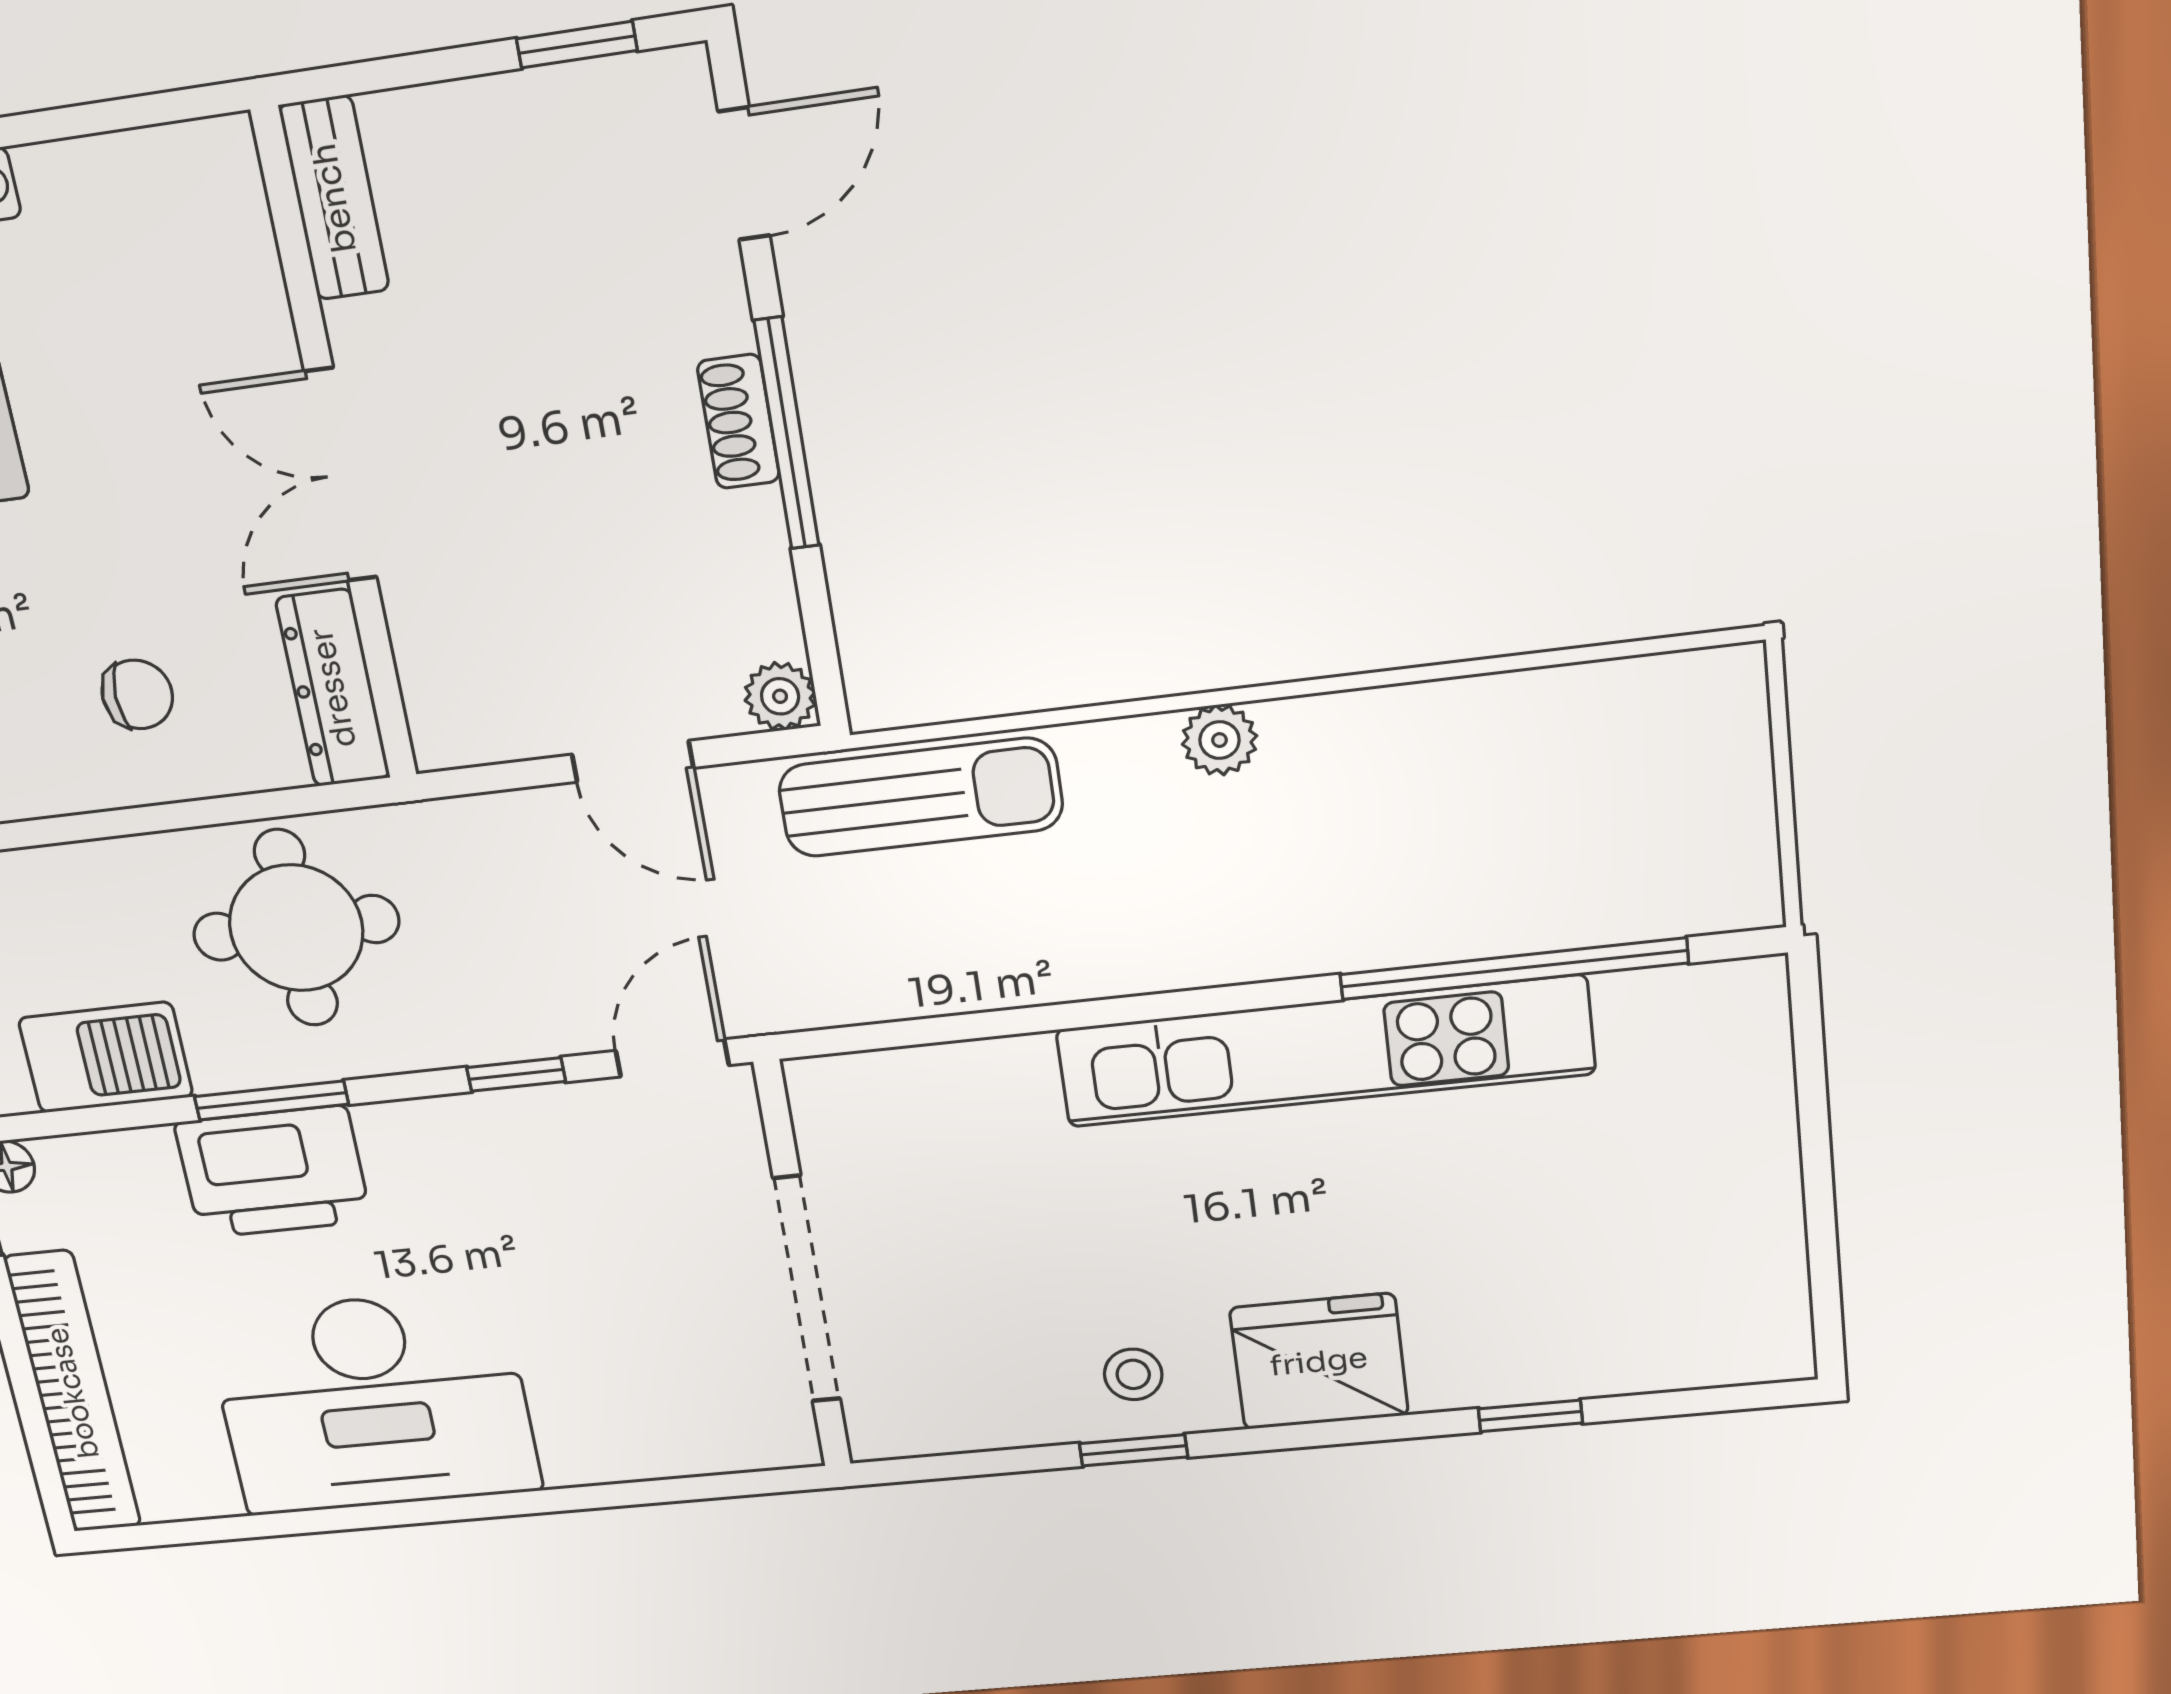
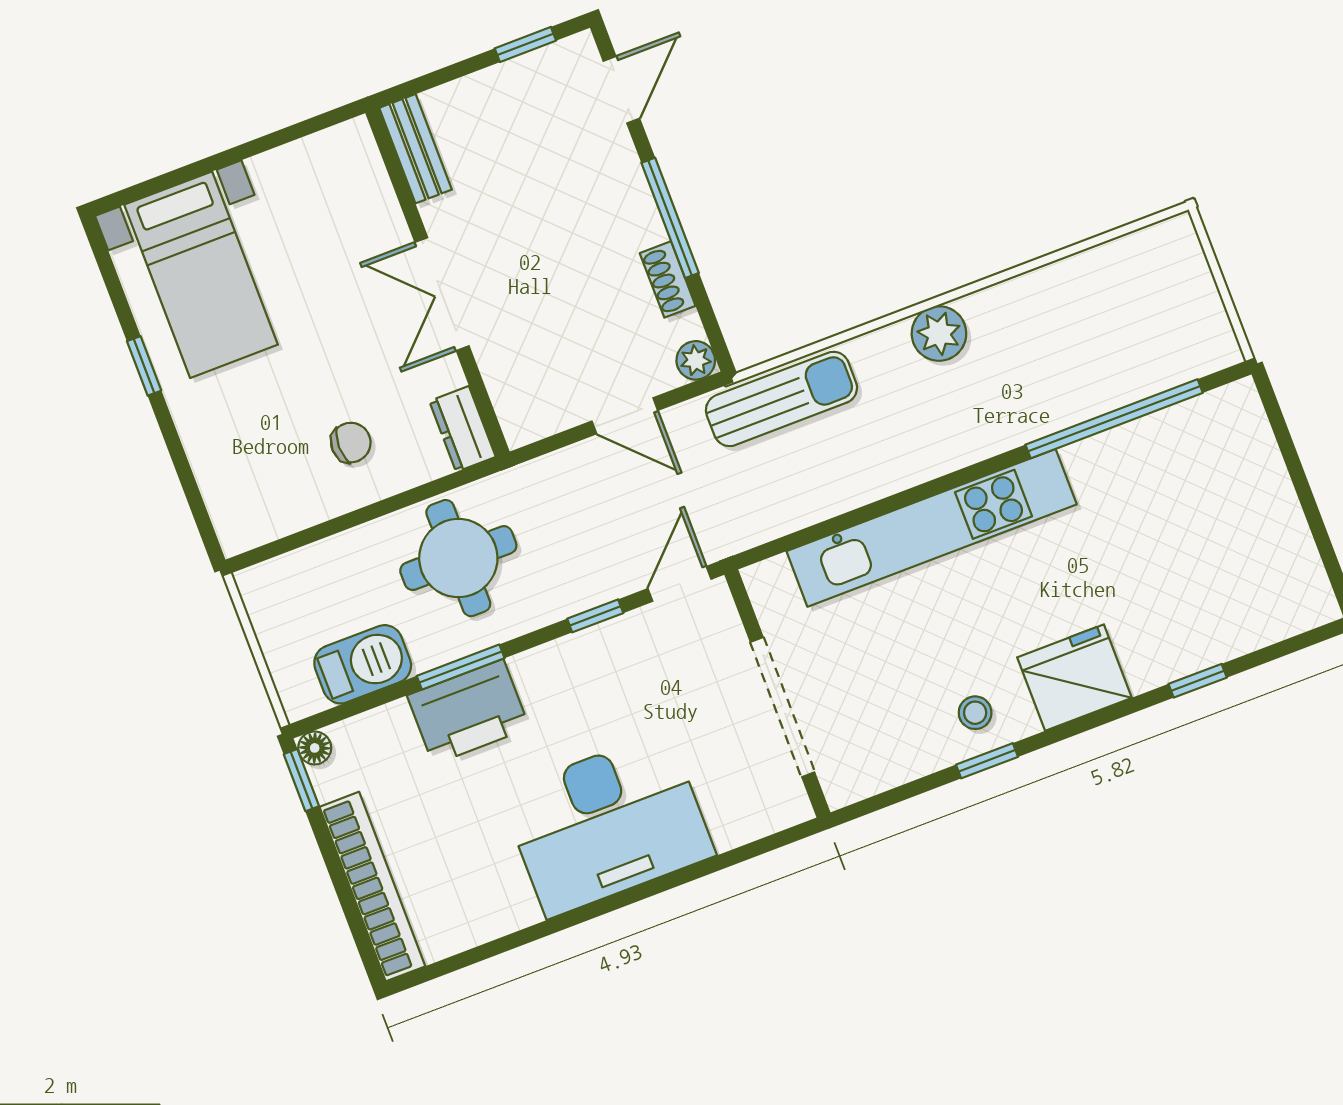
shoe rack: (738, 421) -> (668, 279), moved
dresser: (333, 688) -> (463, 429), width x0.70
plant: (1219, 740) -> (939, 334), width x1.38, depth x1.38
kitchen unit: (1324, 1052) -> (932, 528), moved
desk: (373, 1403) -> (608, 824), moved

